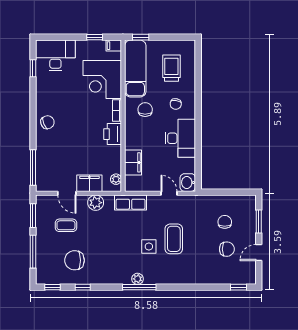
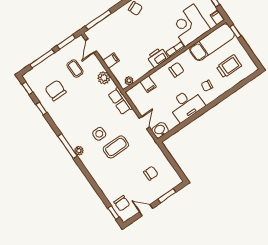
chair: (145, 110) -> (176, 70), moved
filing cabinet: (133, 162) -> (148, 84), width x0.50
filing cabinet: (89, 183) -> (111, 61), width x0.50
door: (67, 193) -> (91, 46), moved
chair: (227, 249) -> (122, 203), moved
plant: (138, 279) -> (79, 151), moved

